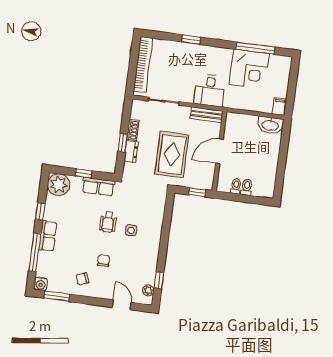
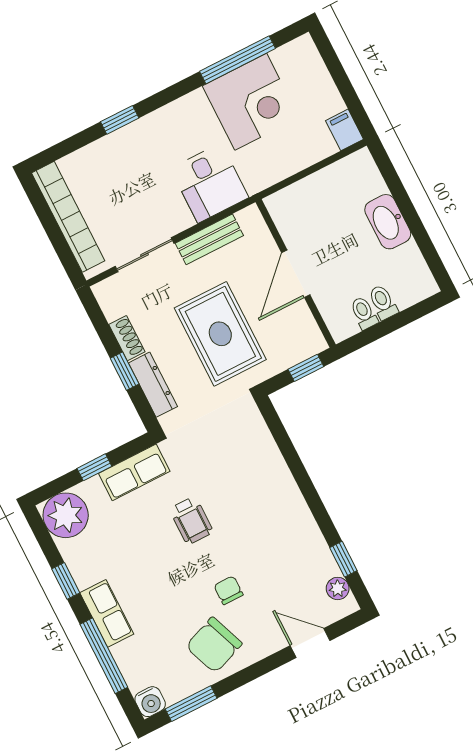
bench: (207, 115) -> (209, 239), moved
washbasin: (270, 125) -> (388, 222), moved, turned 90
dresser: (131, 152) -> (153, 385), width x1.44
side table: (131, 230) -> (239, 508), removed
chair: (82, 279) -> (214, 645), width x1.87, depth x1.87

